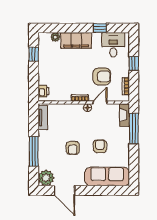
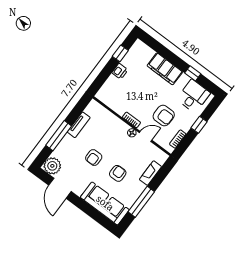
plant: (55, 37) -> (149, 53), removed
printer: (44, 91) -> (120, 71), moved
fireplace: (124, 115) -> (150, 173), moved
tv unit: (43, 118) -> (79, 125), moved
window: (134, 128) -> (141, 202), moved

